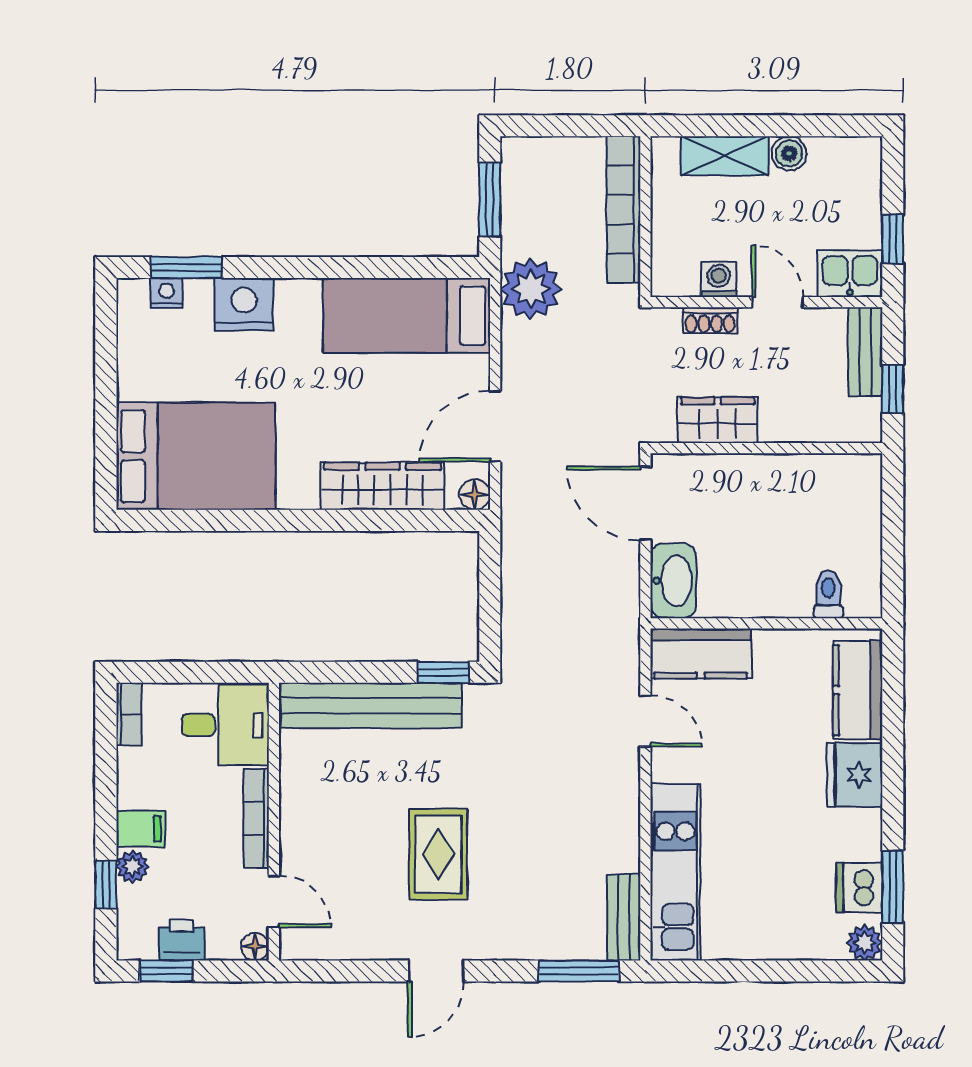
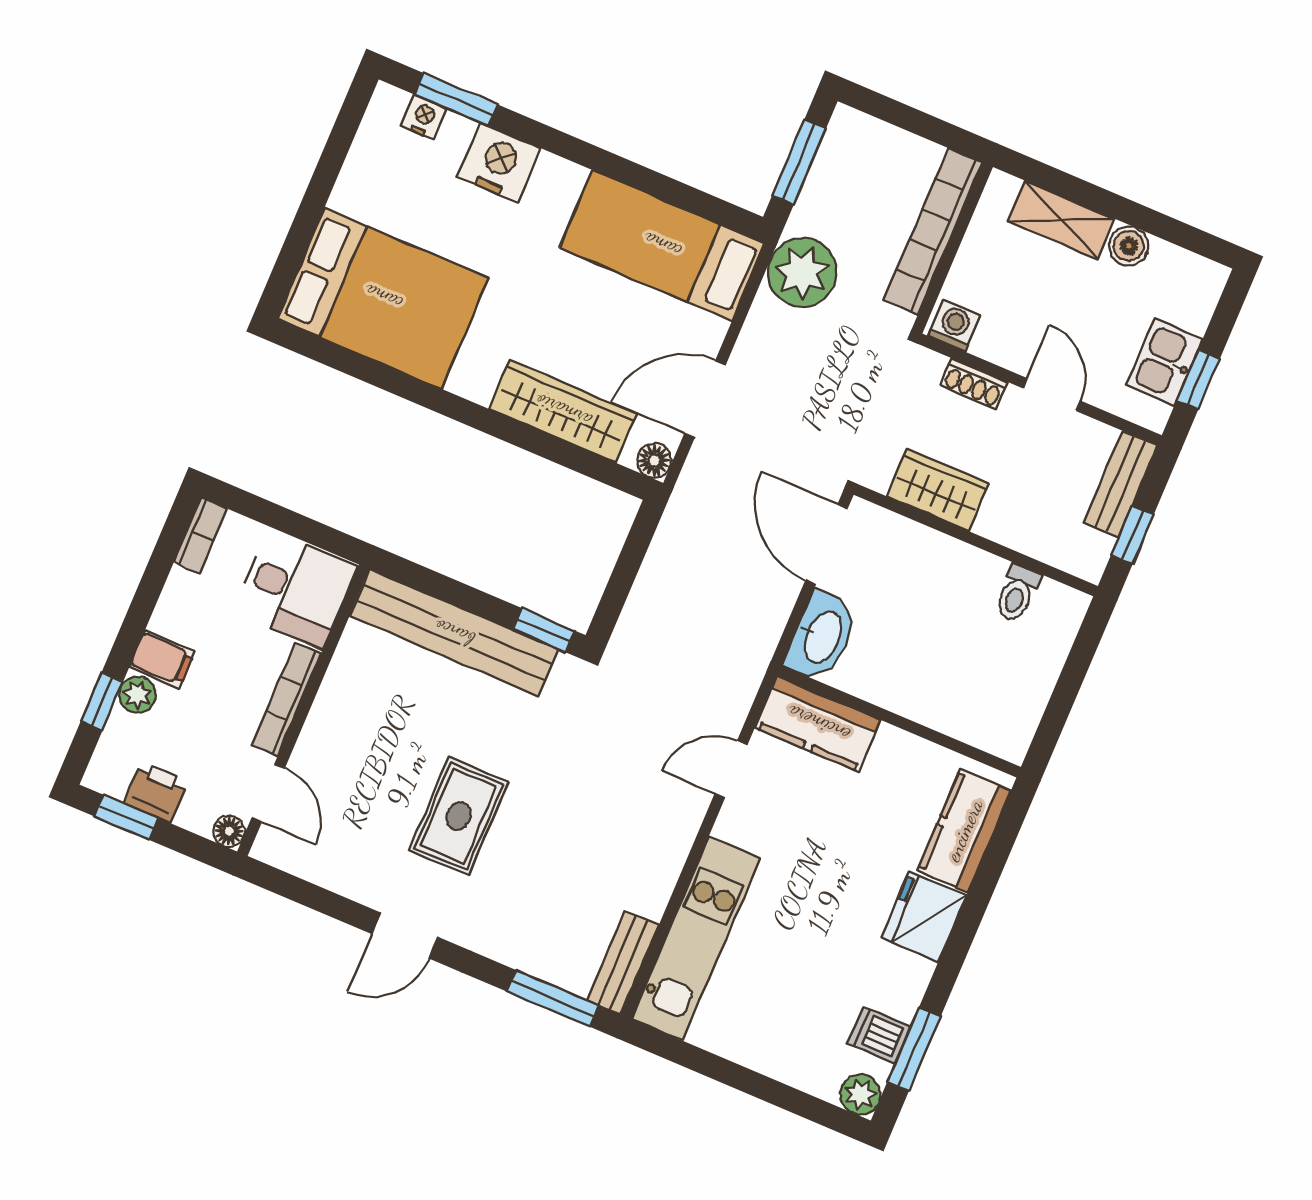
kitchen sink: (850, 274) -> (1164, 362), moved, turned -90
washing machine: (719, 279) -> (954, 325), moved
toilet: (828, 595) -> (1017, 593), moved, turned 180
door: (645, 721) -> (731, 769), swing flipped
dishwasher: (859, 887) -> (879, 1035), width x0.73

